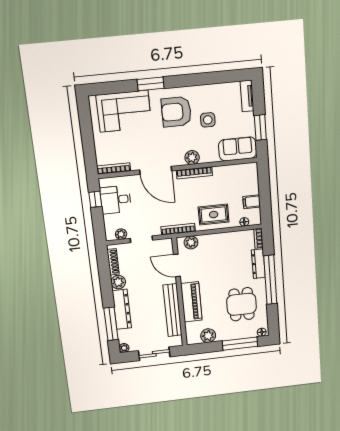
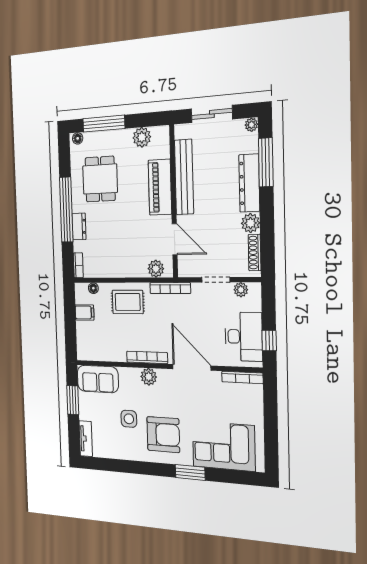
desk: (116, 200) -> (244, 337), width x1.37
dresser: (258, 264) -> (79, 226), width x0.70

